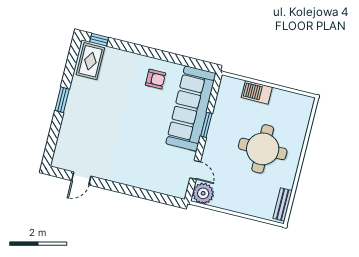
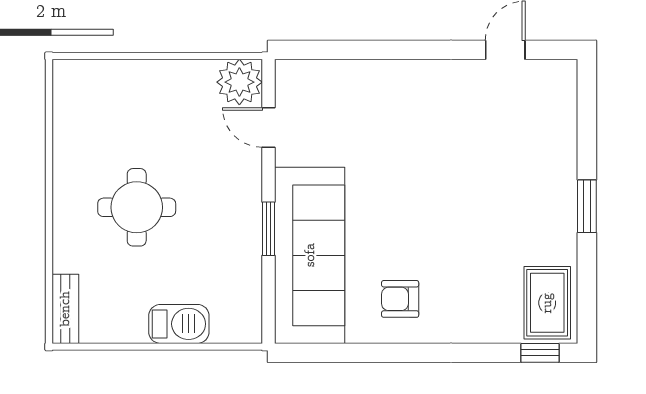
round table: (263, 149) -> (137, 207), width x0.73, depth x0.73
bench: (283, 204) -> (65, 309), moved

